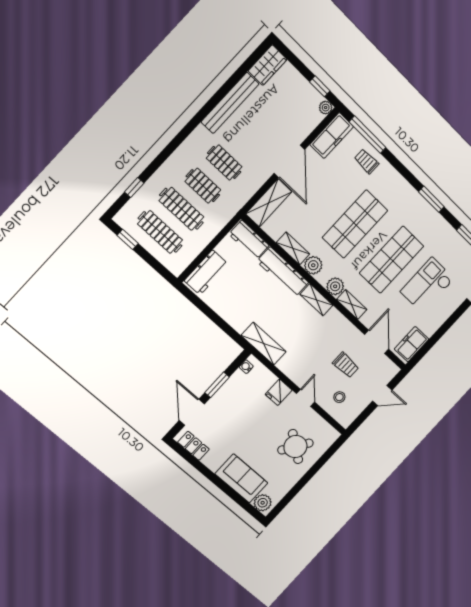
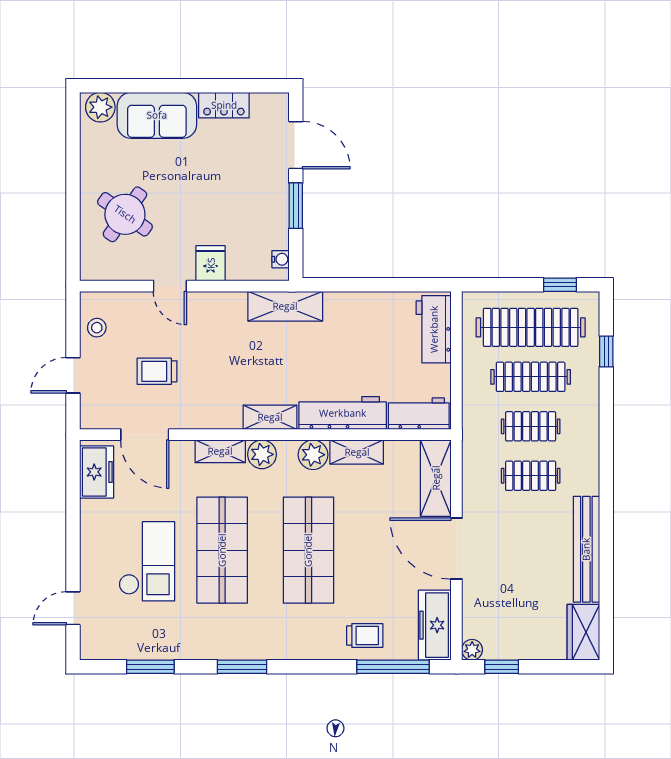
clothes rail: (160, 232) -> (531, 327), width x1.37, depth x1.31
stool: (339, 397) -> (97, 328), moved
locker: (193, 446) -> (224, 105), moved

